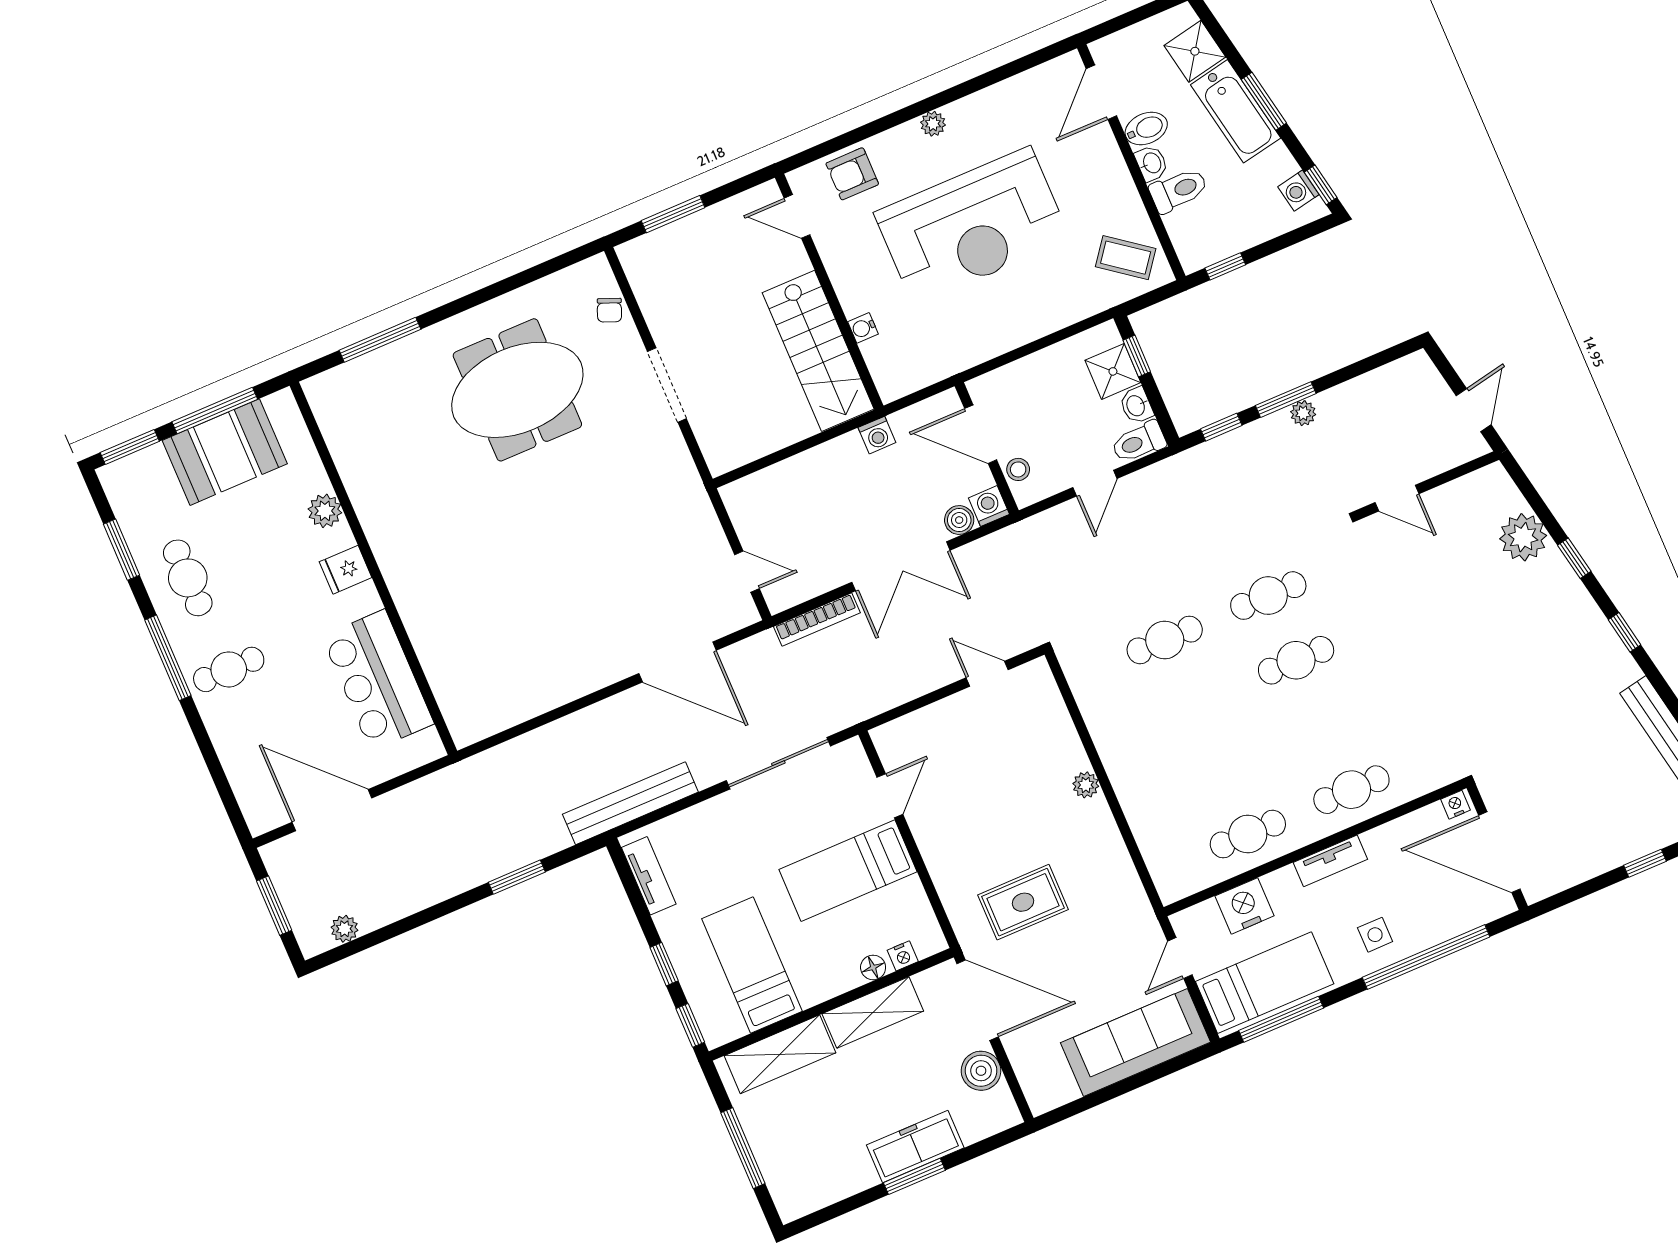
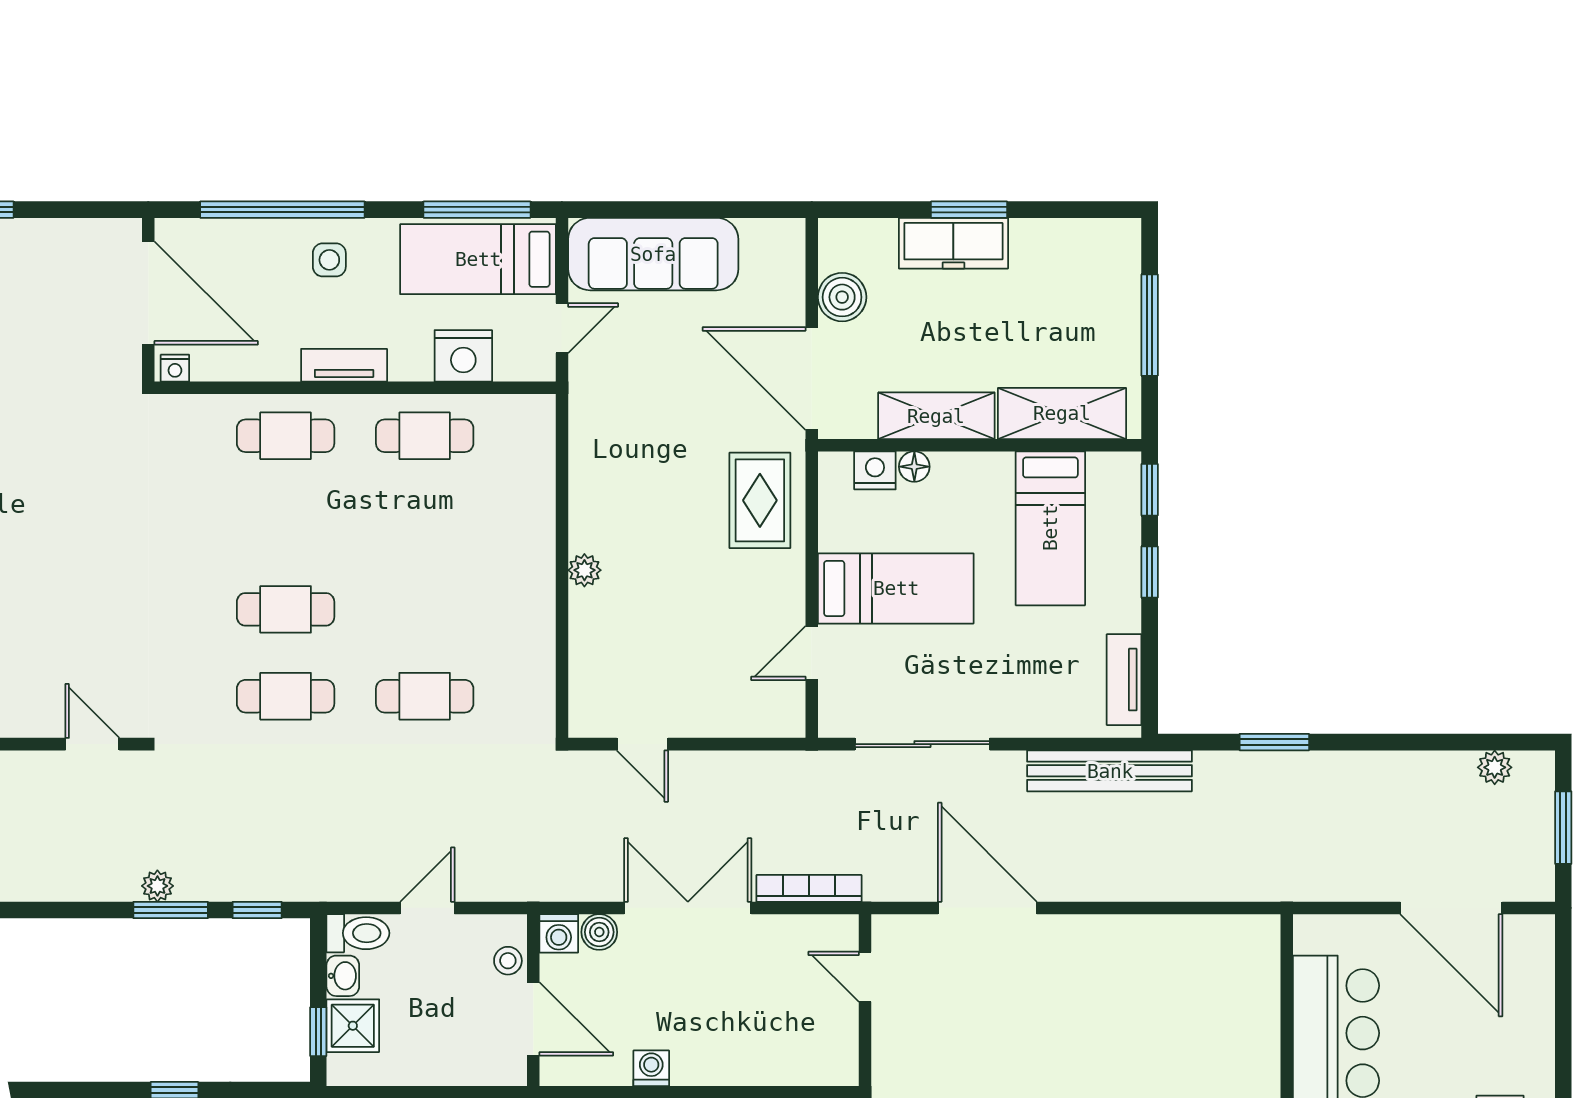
rug: (1023, 902) -> (760, 500), moved, turned 90
nightstand: (903, 956) -> (875, 470), width x1.39, depth x1.35

